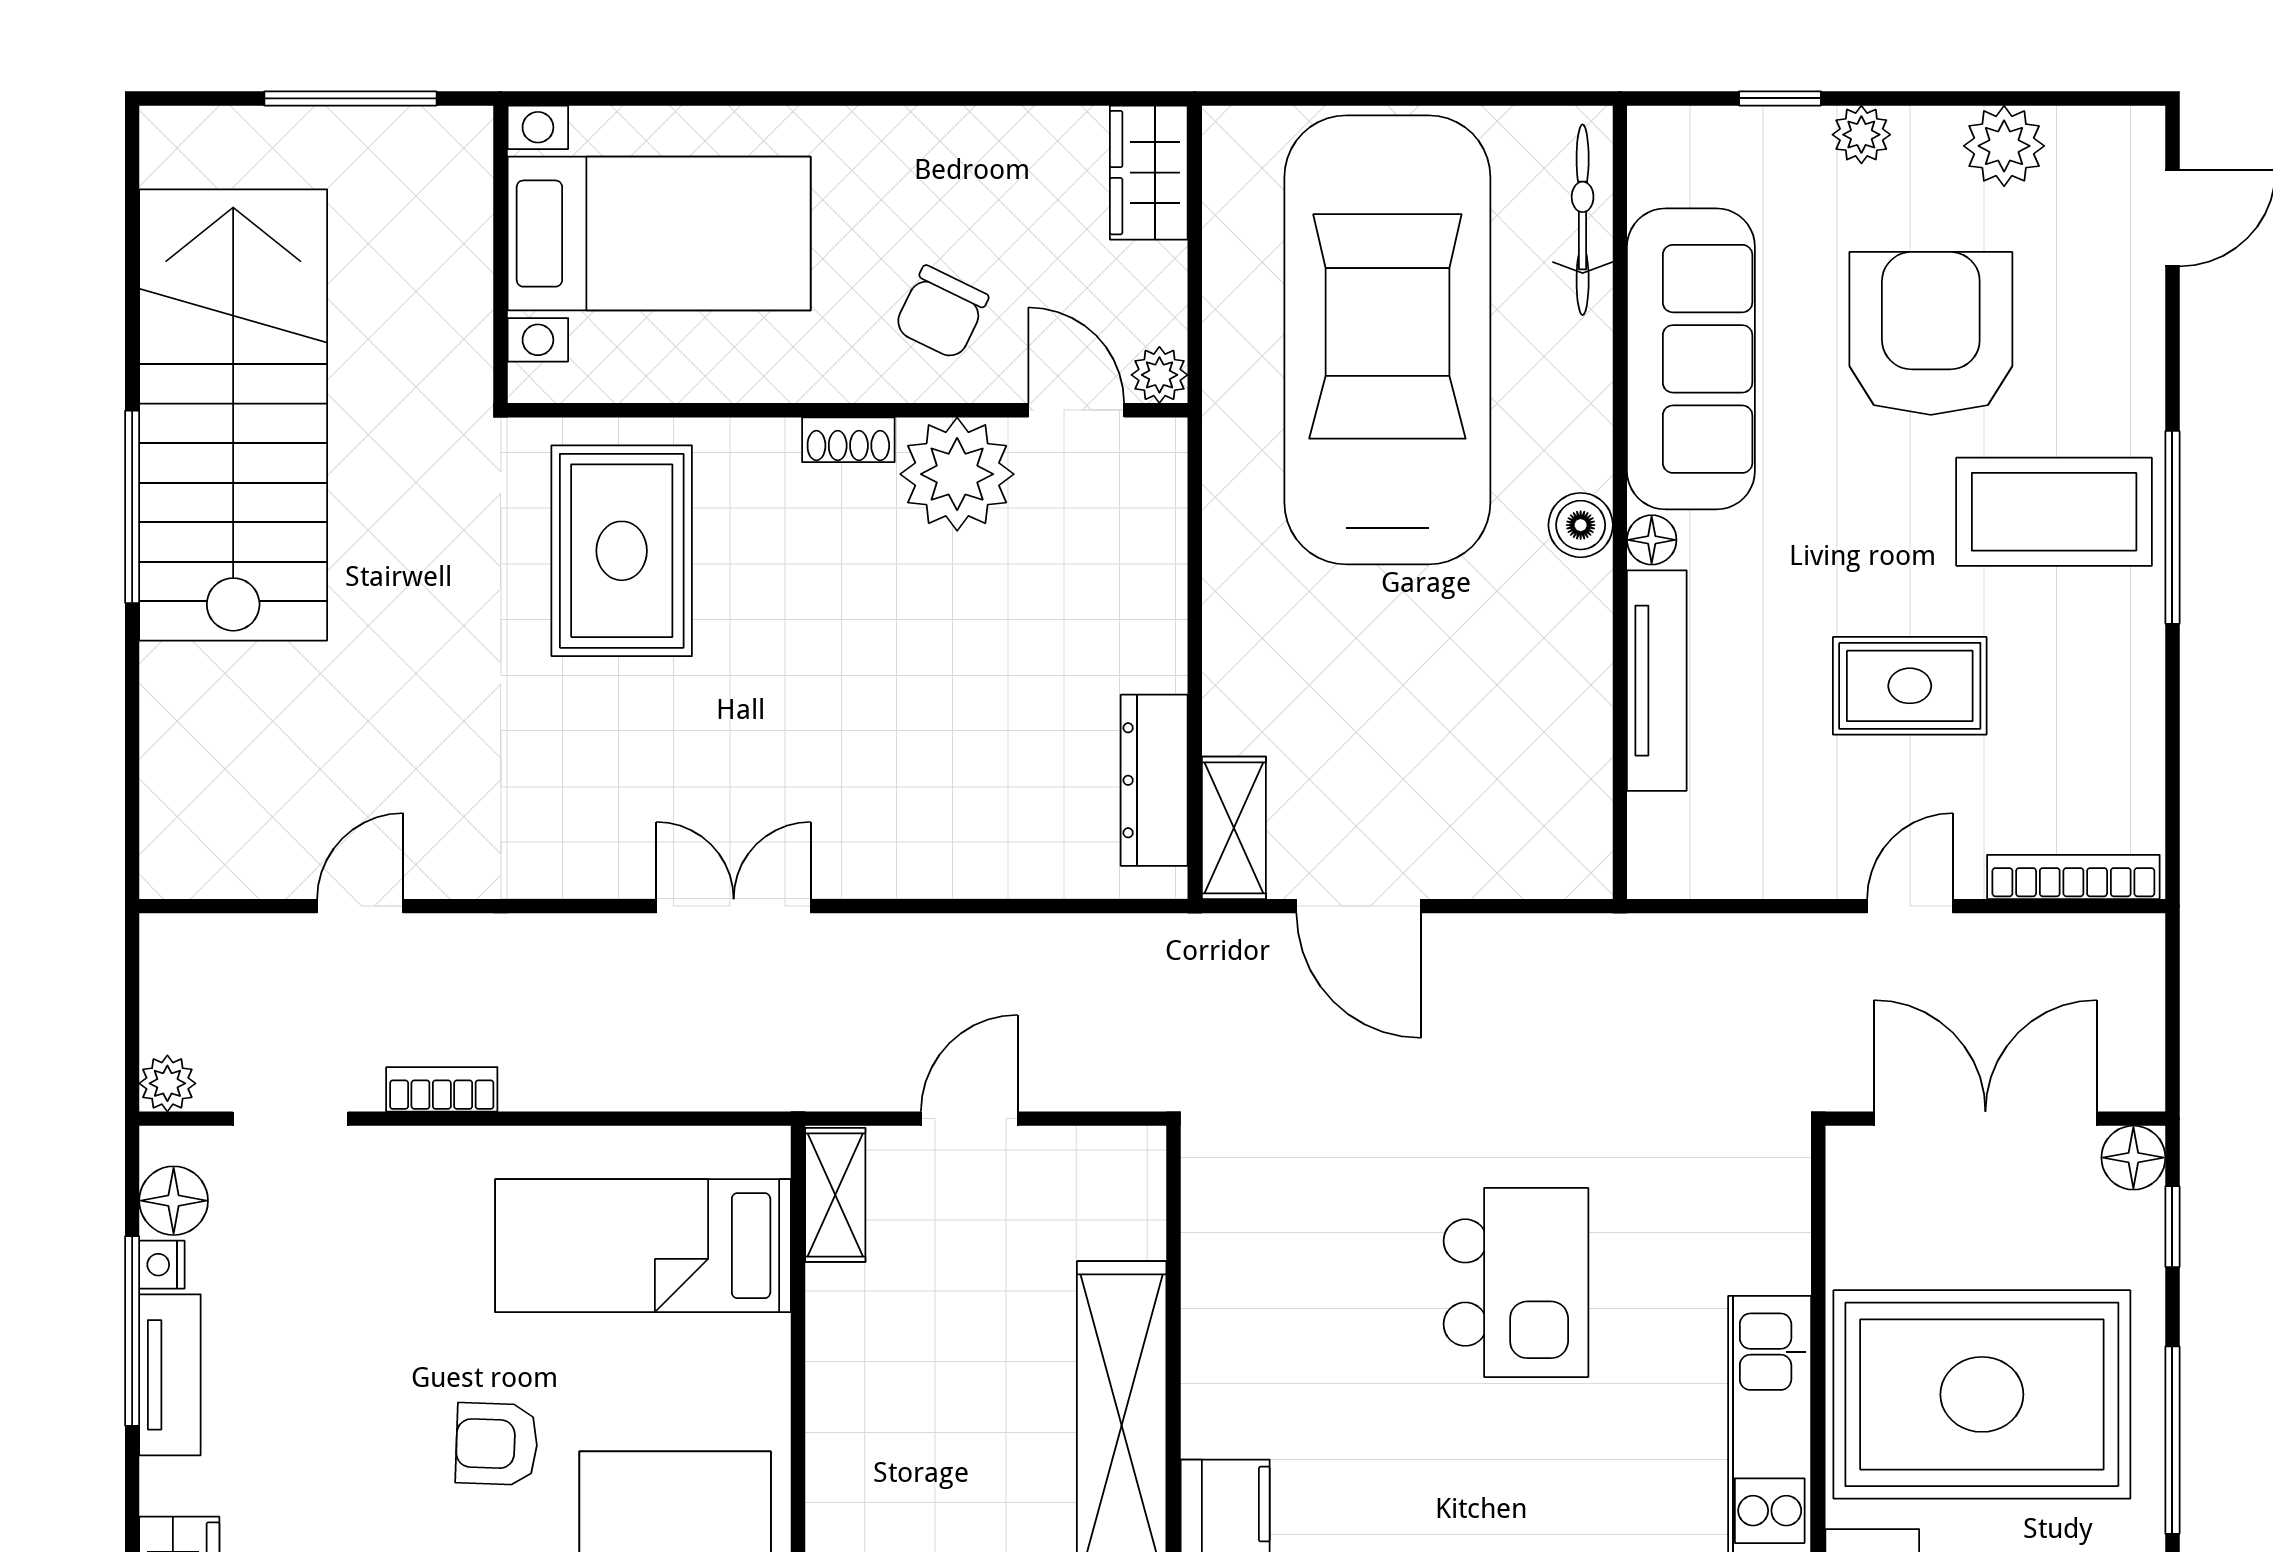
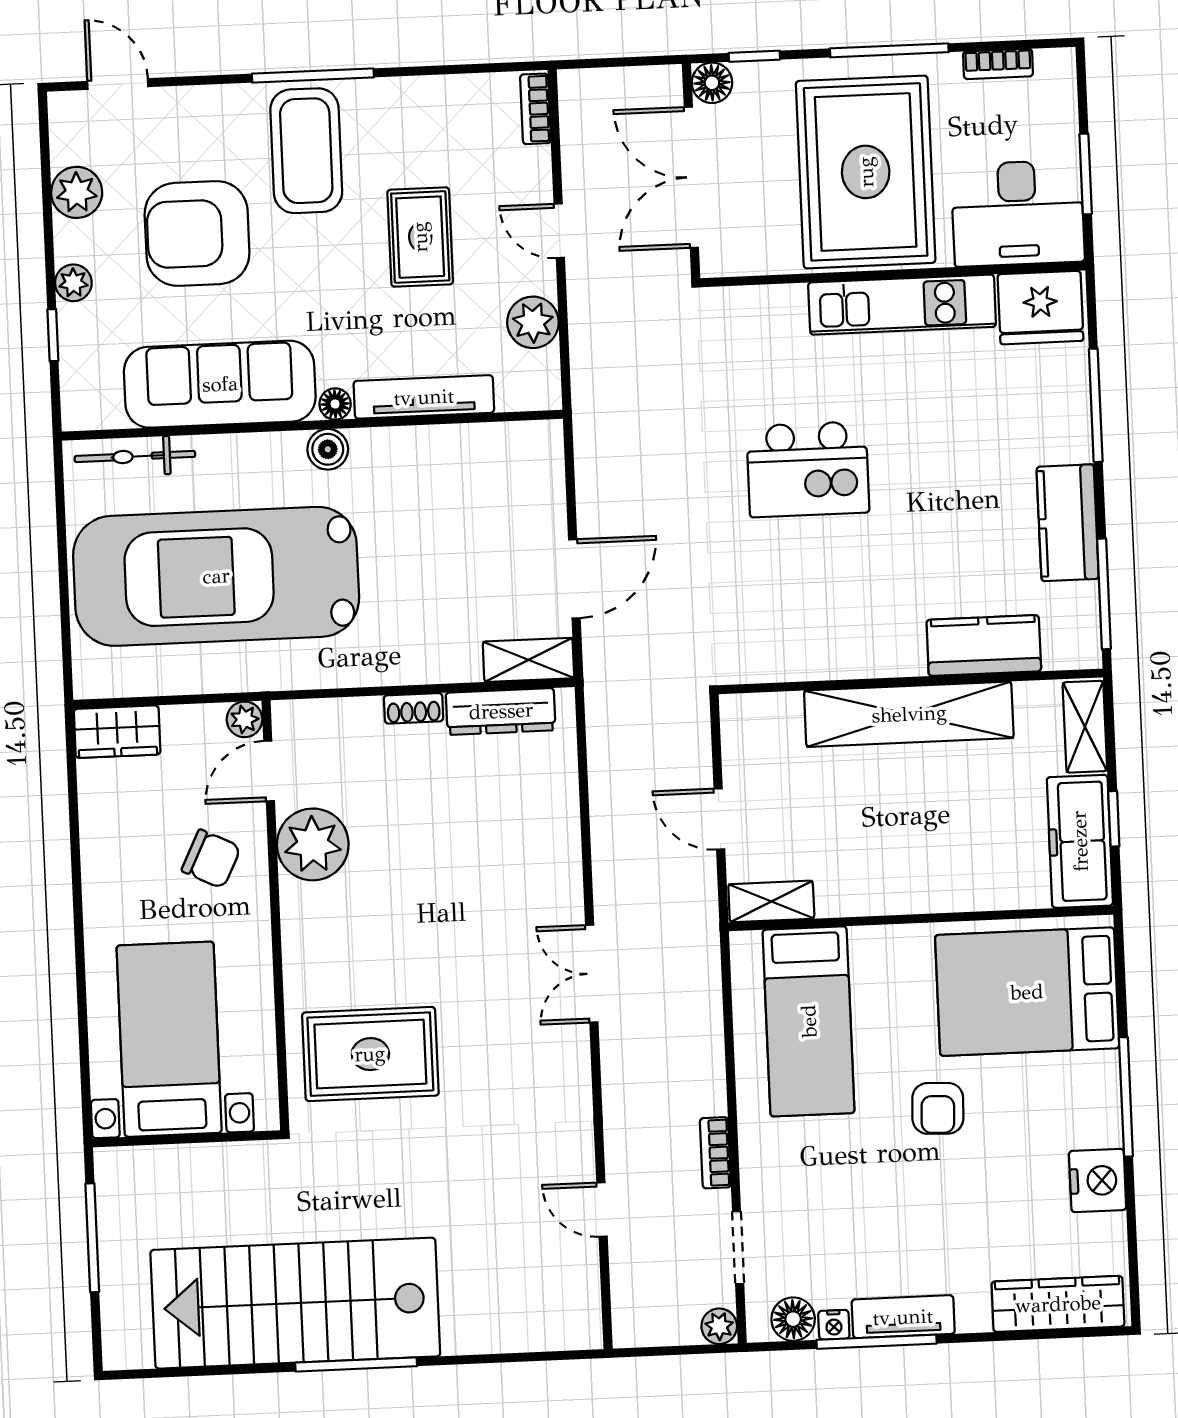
shoe rack: (848, 440) -> (414, 708), moved, turned 90
plant: (1767, 858) -> (533, 322), added
bookcase: (2073, 877) -> (535, 109), width x0.64
kitchen island: (1516, 1283) -> (808, 469), turned 180

